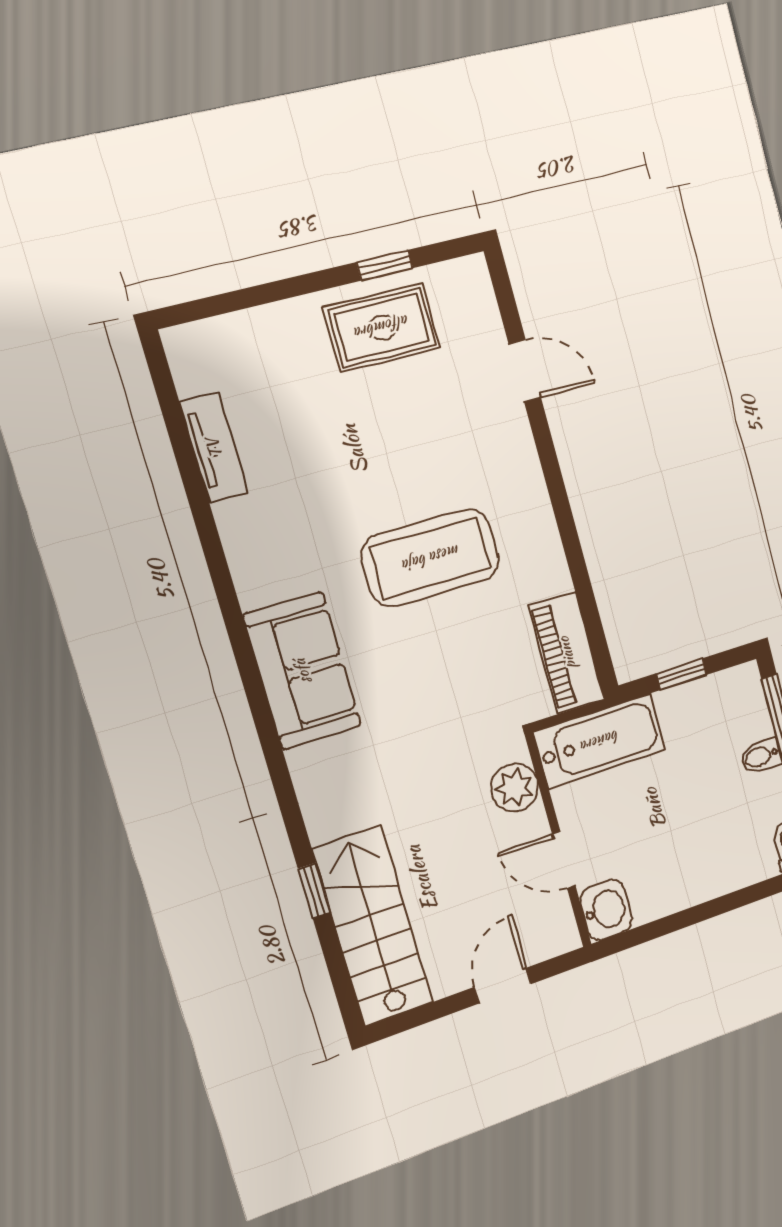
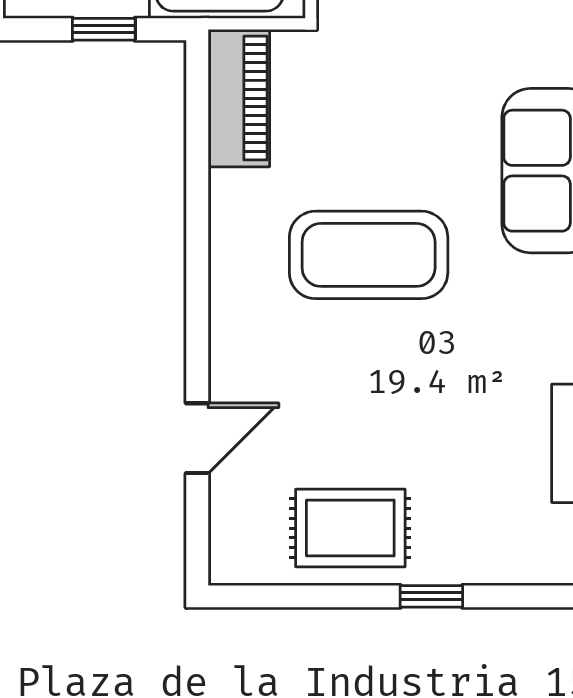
window: (385, 265) -> (431, 596), moved
door: (525, 371) -> (197, 438), swing flipped

